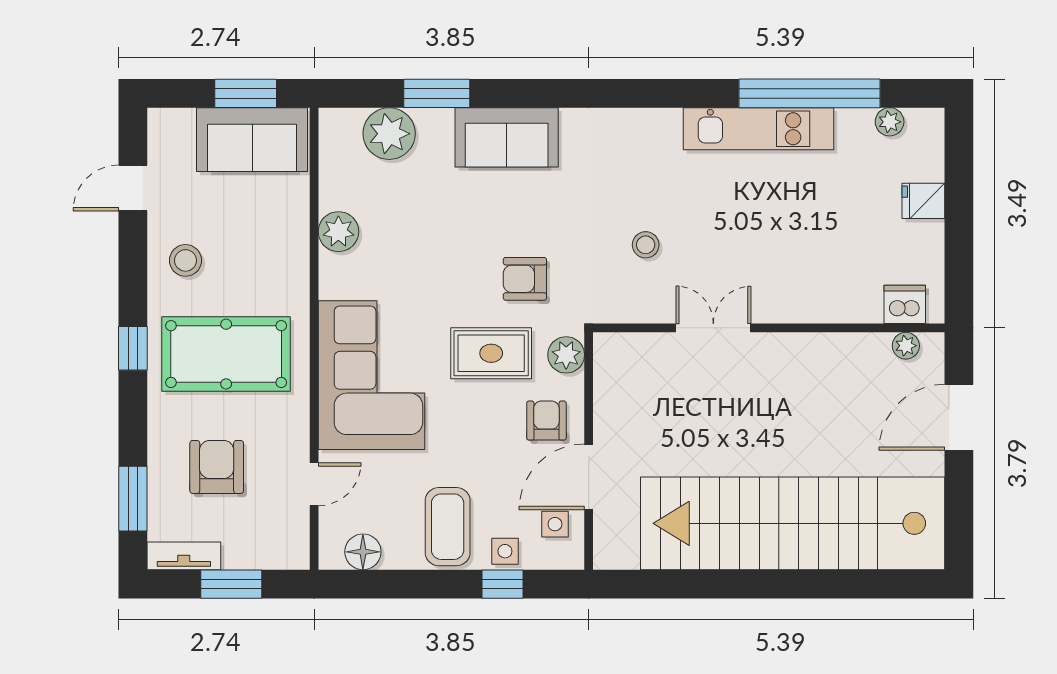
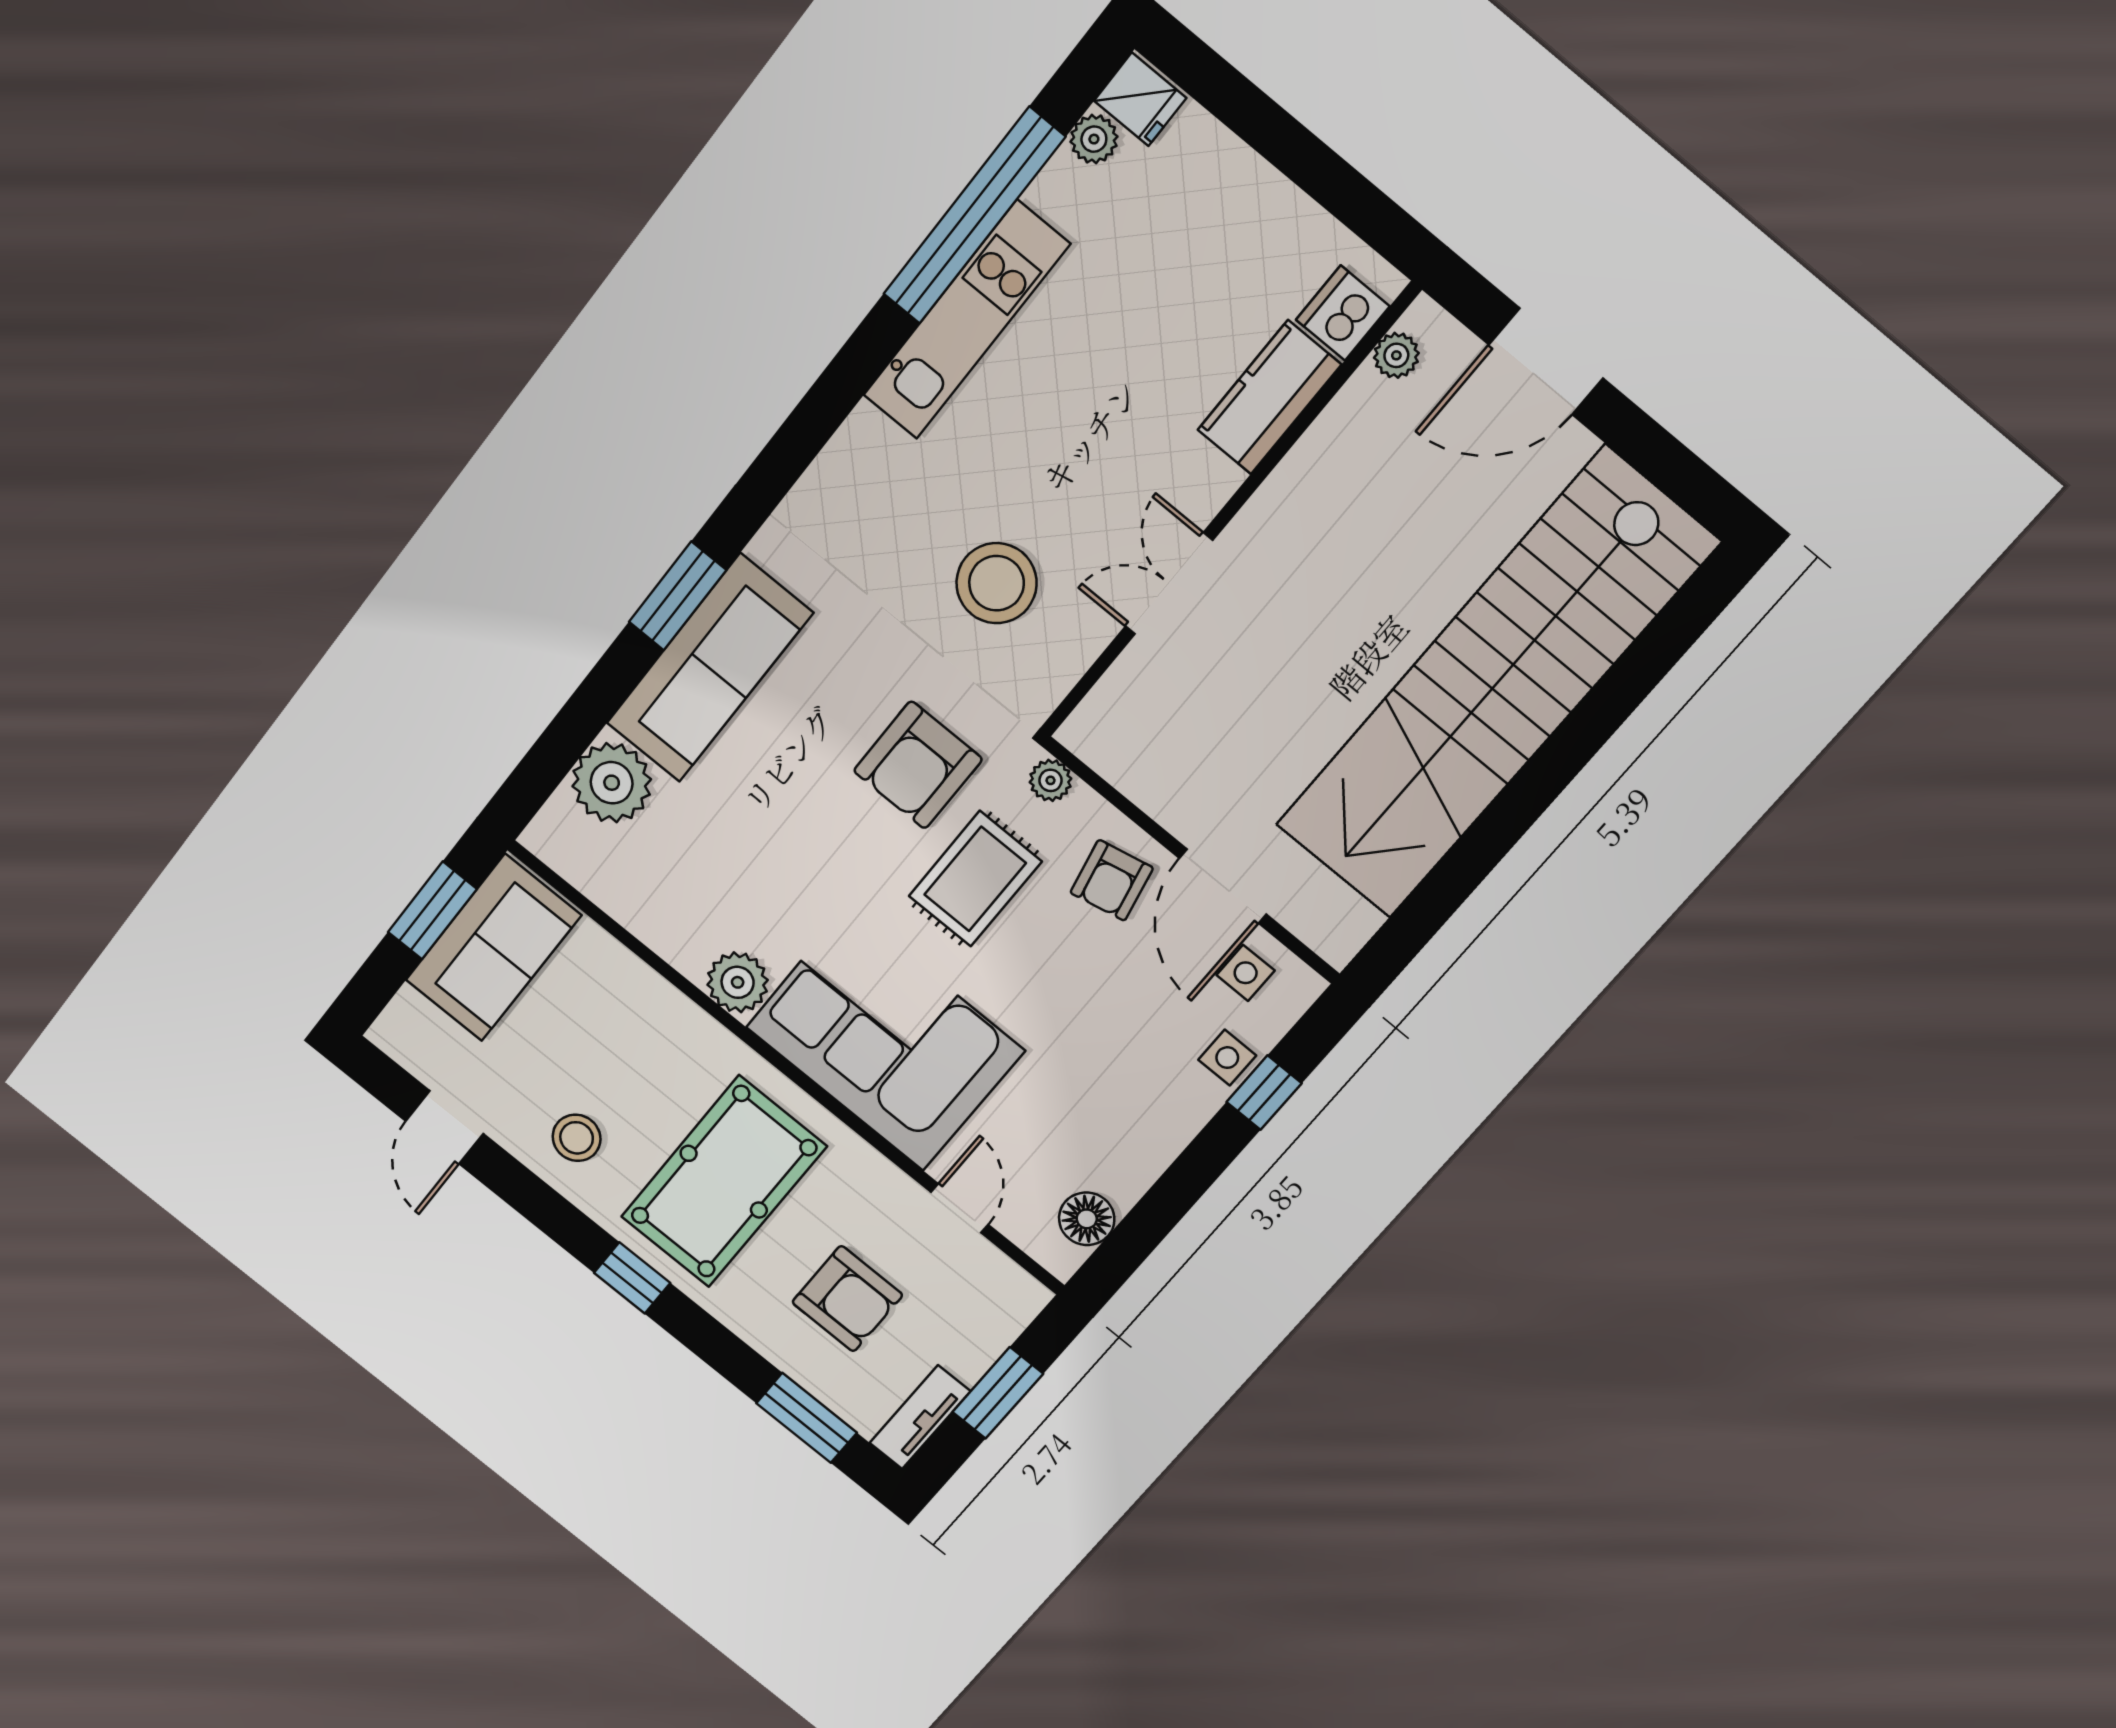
window: (437, 93) -> (678, 596), moved
sofa: (507, 137) -> (710, 668), width x1.36
fridge: (923, 201) -> (1140, 99), moved, turned -90
plant: (338, 232) -> (738, 982), moved
stool: (646, 245) -> (996, 583), width x1.89, depth x1.89
armchair: (525, 279) -> (918, 765), width x1.38, depth x1.38
kitchen counter: (839, 303) -> (1269, 397), added
plant: (566, 355) -> (1051, 780), width x0.73, depth x0.73
door: (959, 417) -> (1546, 361), hinge flipped
armchair: (546, 421) -> (1112, 880), turned -102
armchair: (217, 467) -> (847, 1299), turned 180
coffee table: (448, 527) -> (1140, 1099), removed

